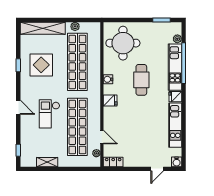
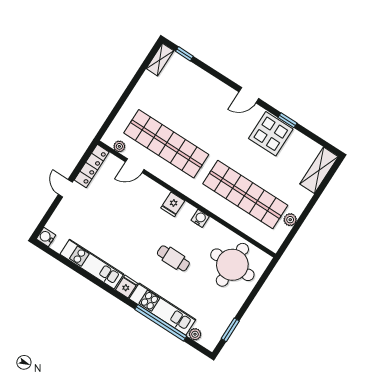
shelving: (43, 28) -> (319, 170), width x0.68
display table: (41, 65) -> (271, 134), moved
cafe table: (141, 80) -> (173, 258), width x0.73, depth x0.74
door: (18, 107) -> (249, 95), moved
checkout: (49, 114) -> (204, 120), removed
shelving: (47, 162) -> (160, 60), moved
locker: (113, 162) -> (92, 166), width x1.53
door: (157, 169) -> (65, 188), moved

